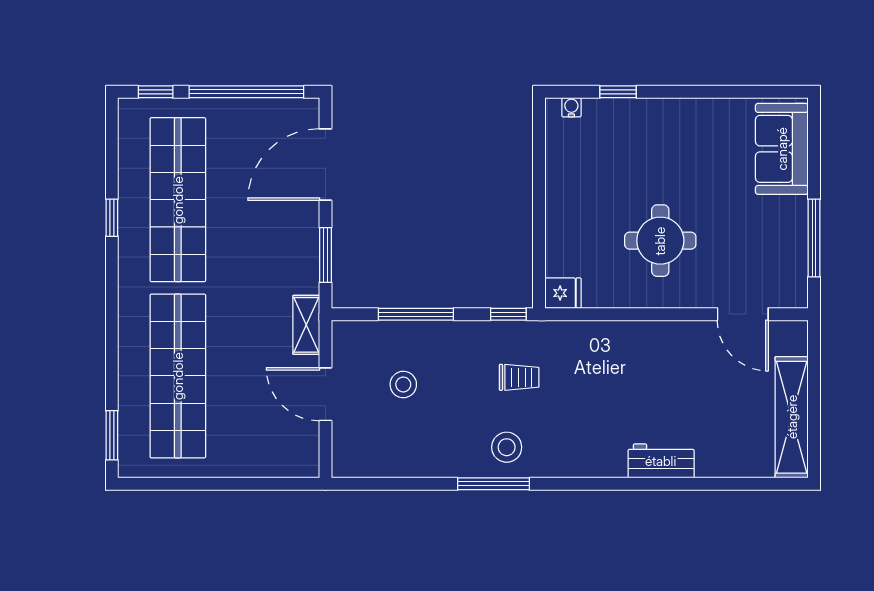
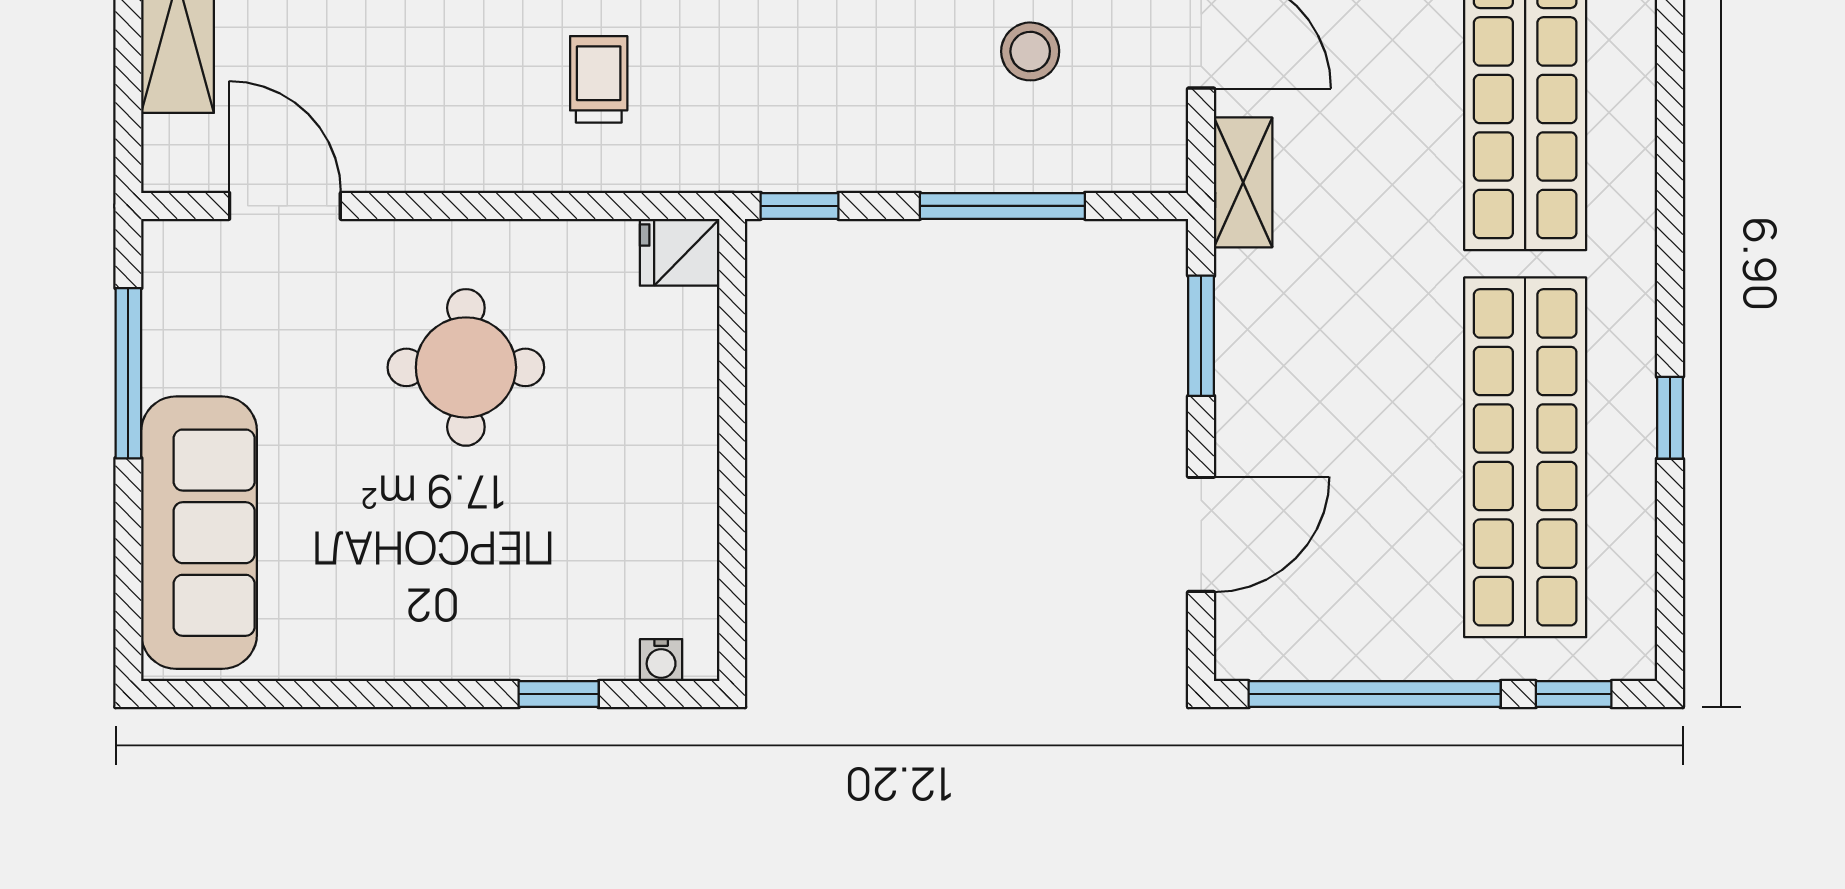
sofa: (782, 149) -> (199, 533), width x1.36
door: (325, 165) -> (1201, 534), width x0.73
trolley: (519, 377) -> (599, 79), moved, turned 90

